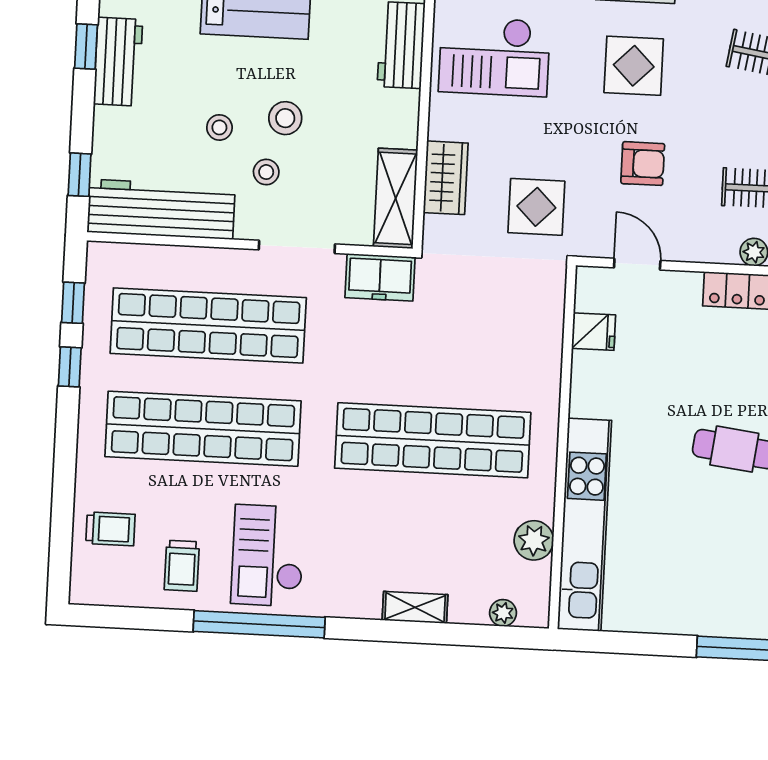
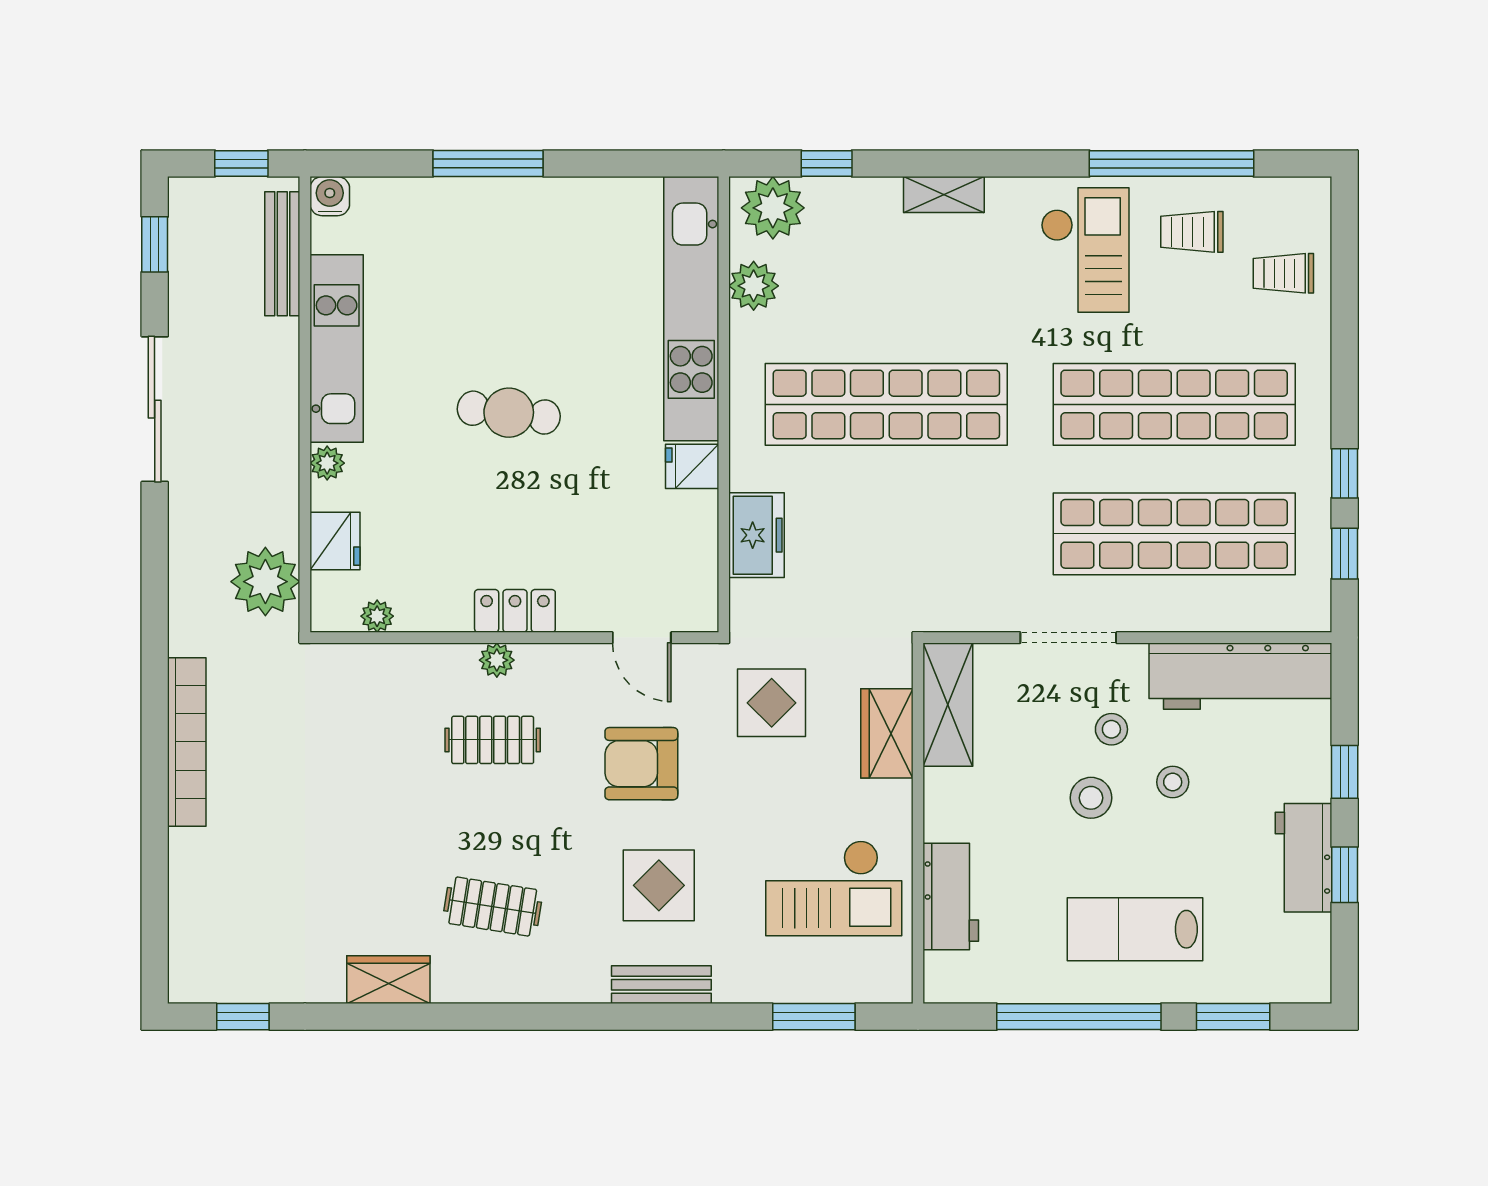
checkout: (494, 56) -> (834, 888), turned 180
armchair: (643, 164) -> (641, 764), width x1.38, depth x1.38
window: (80, 175) -> (1345, 772), moved
freezer: (380, 277) -> (757, 535), moved, turned 90
fridge: (594, 332) -> (692, 466), moved
trolley: (182, 566) -> (1192, 232), turned -90
shelving: (415, 607) -> (944, 195), moved
plant: (503, 613) -> (773, 208), width x1.87, depth x1.87
window: (259, 624) -> (1171, 164), moved
window: (471, 635) -> (827, 164), added

